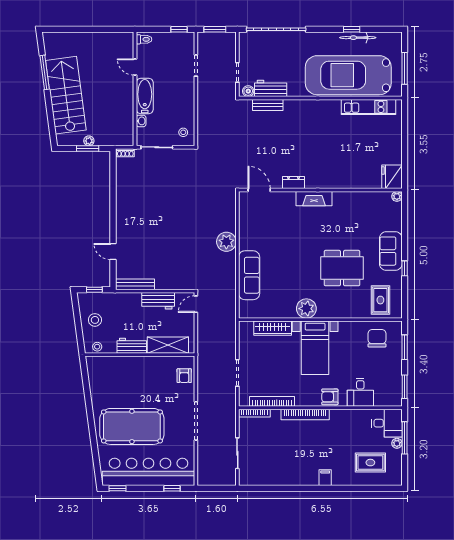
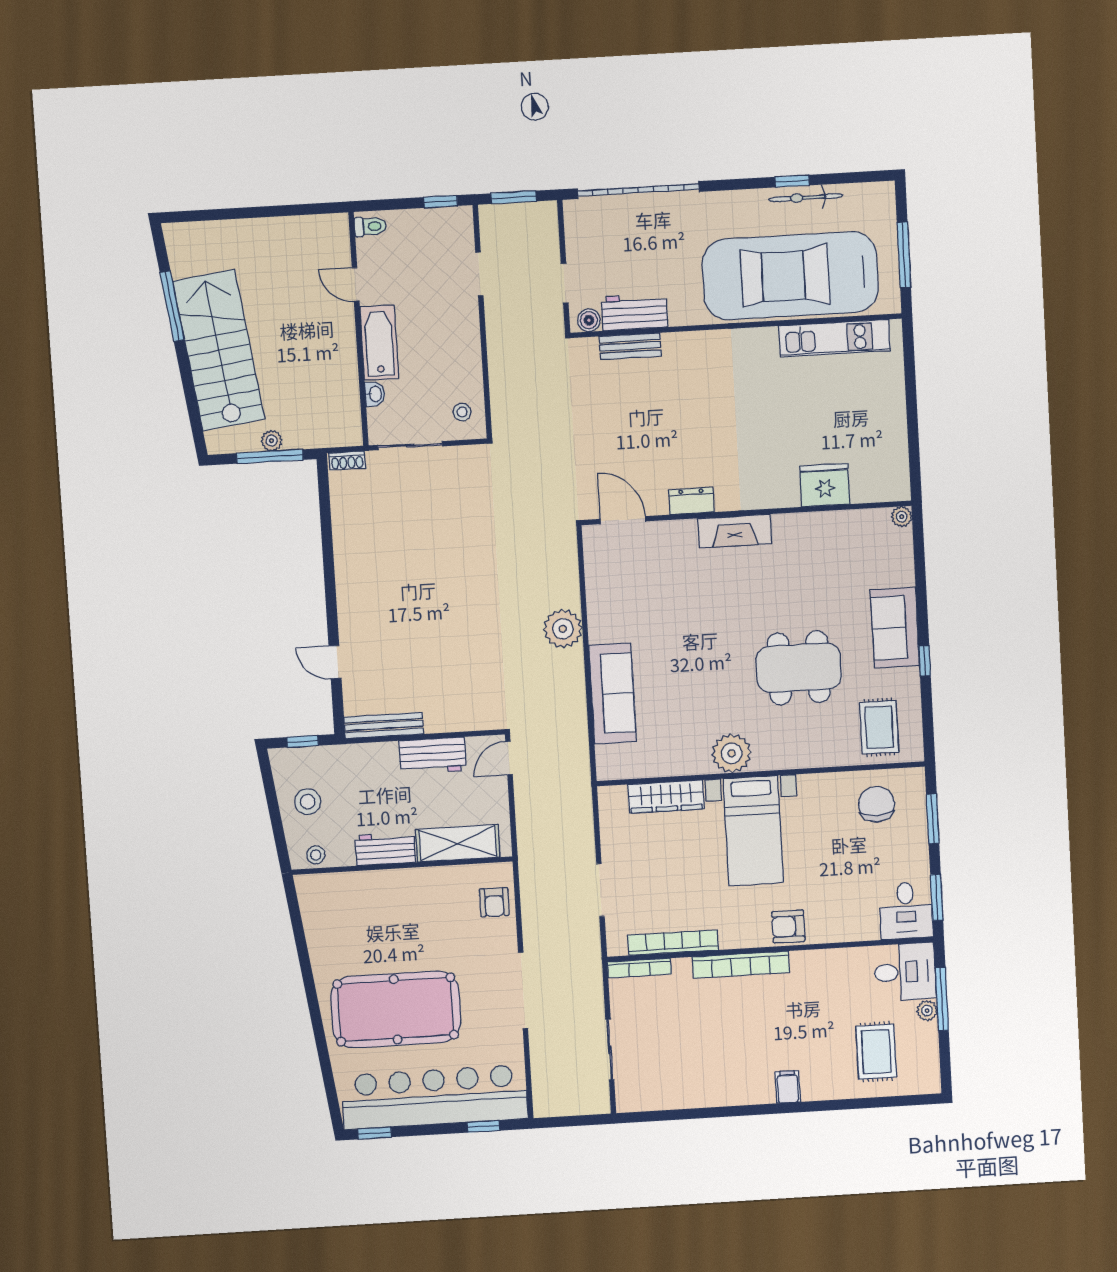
window: (88, 149) -> (270, 457), width x1.44
fridge: (392, 177) -> (825, 485), moved, turned 90
desk: (360, 392) -> (906, 911), moved
rug: (370, 463) -> (876, 1052), turned 90

